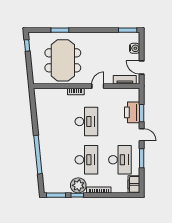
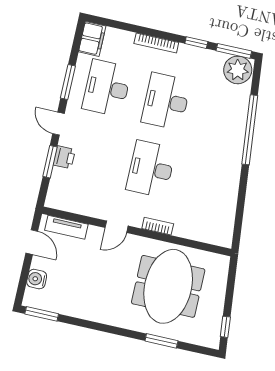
printer: (132, 112) -> (64, 157), width x0.53, depth x0.68
plant: (78, 185) -> (238, 70), moved

